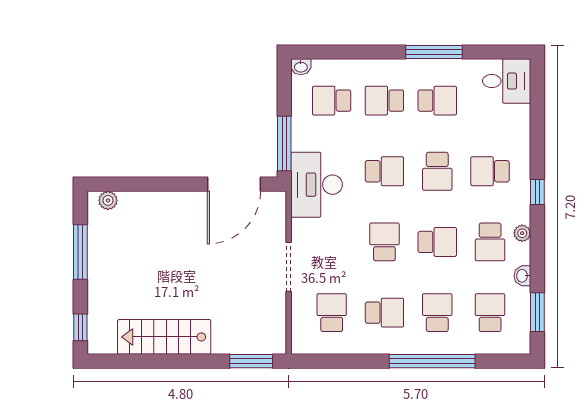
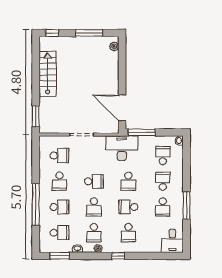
school desk: (490, 171) -> (128, 233), turned 180
school desk: (490, 242) -> (94, 233), turned -90

